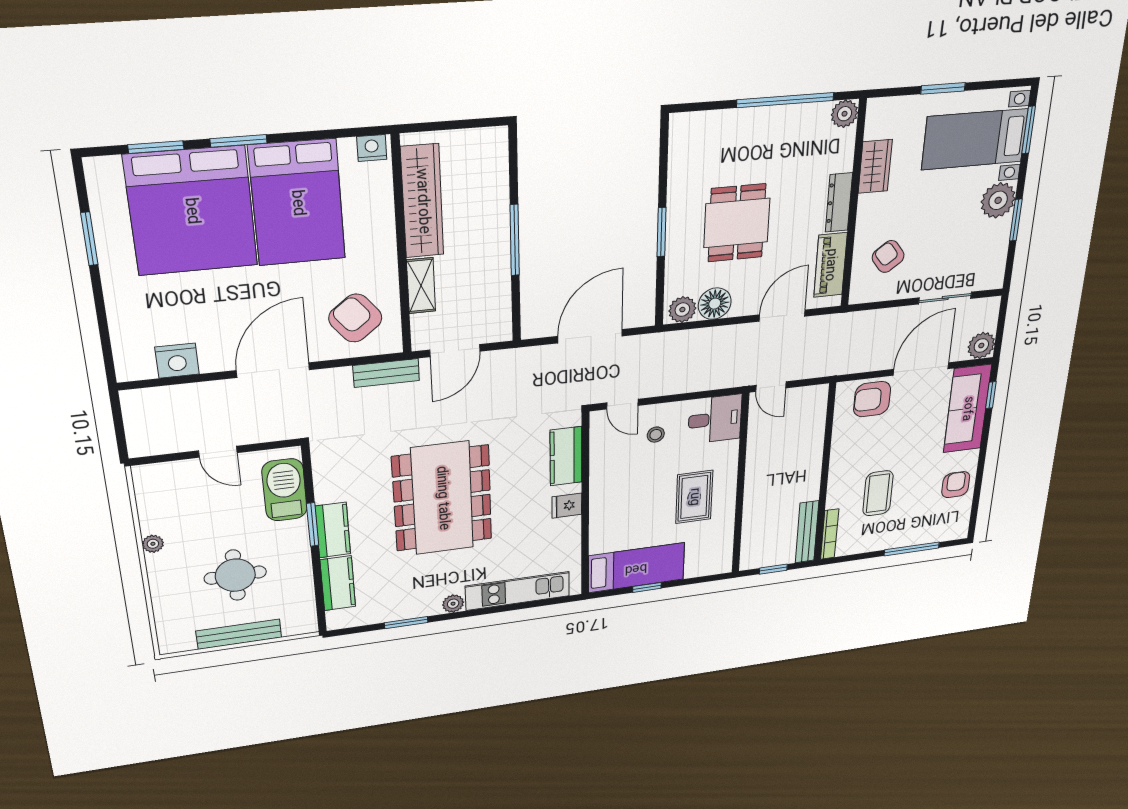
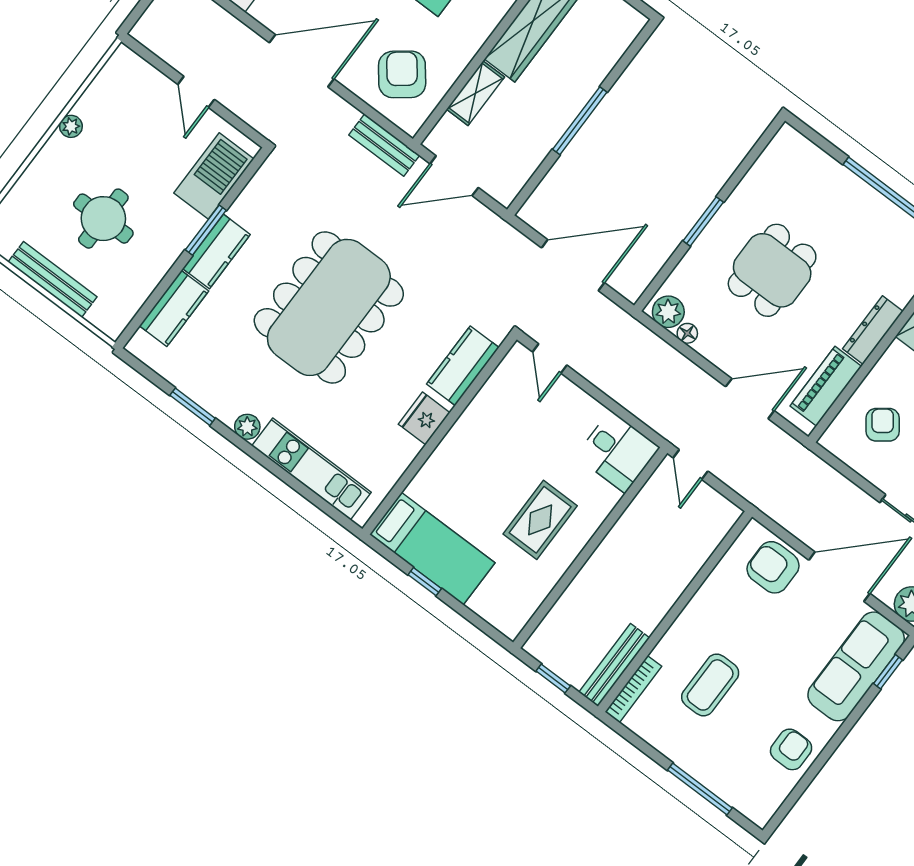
floor lamp: (715, 304) -> (687, 333), width x0.53, depth x0.53
stool: (656, 435) -> (555, 418), removed
fridge: (567, 506) -> (424, 418), width x1.38

